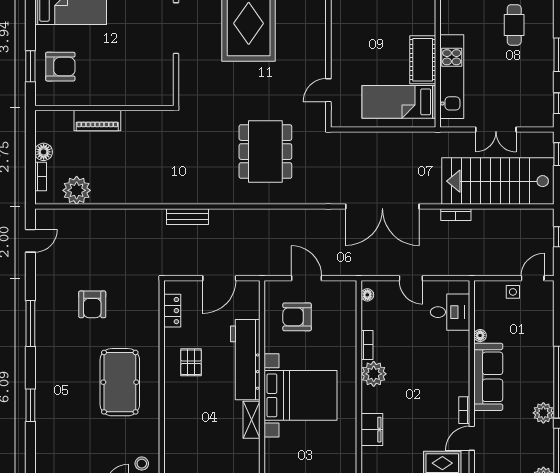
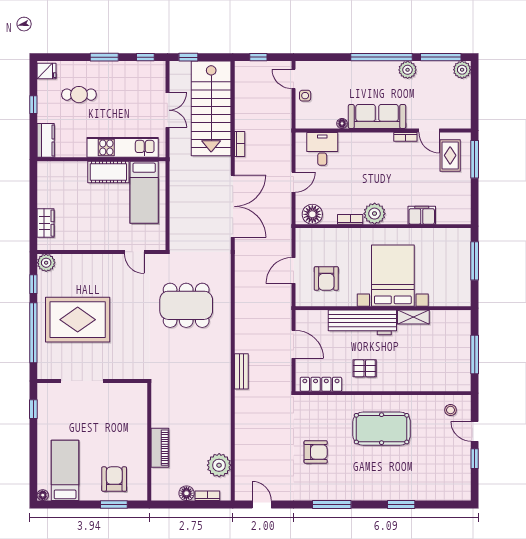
floor lamp: (367, 295) -> (312, 214), width x1.89, depth x1.89
locker: (172, 311) -> (321, 384), width x1.53

